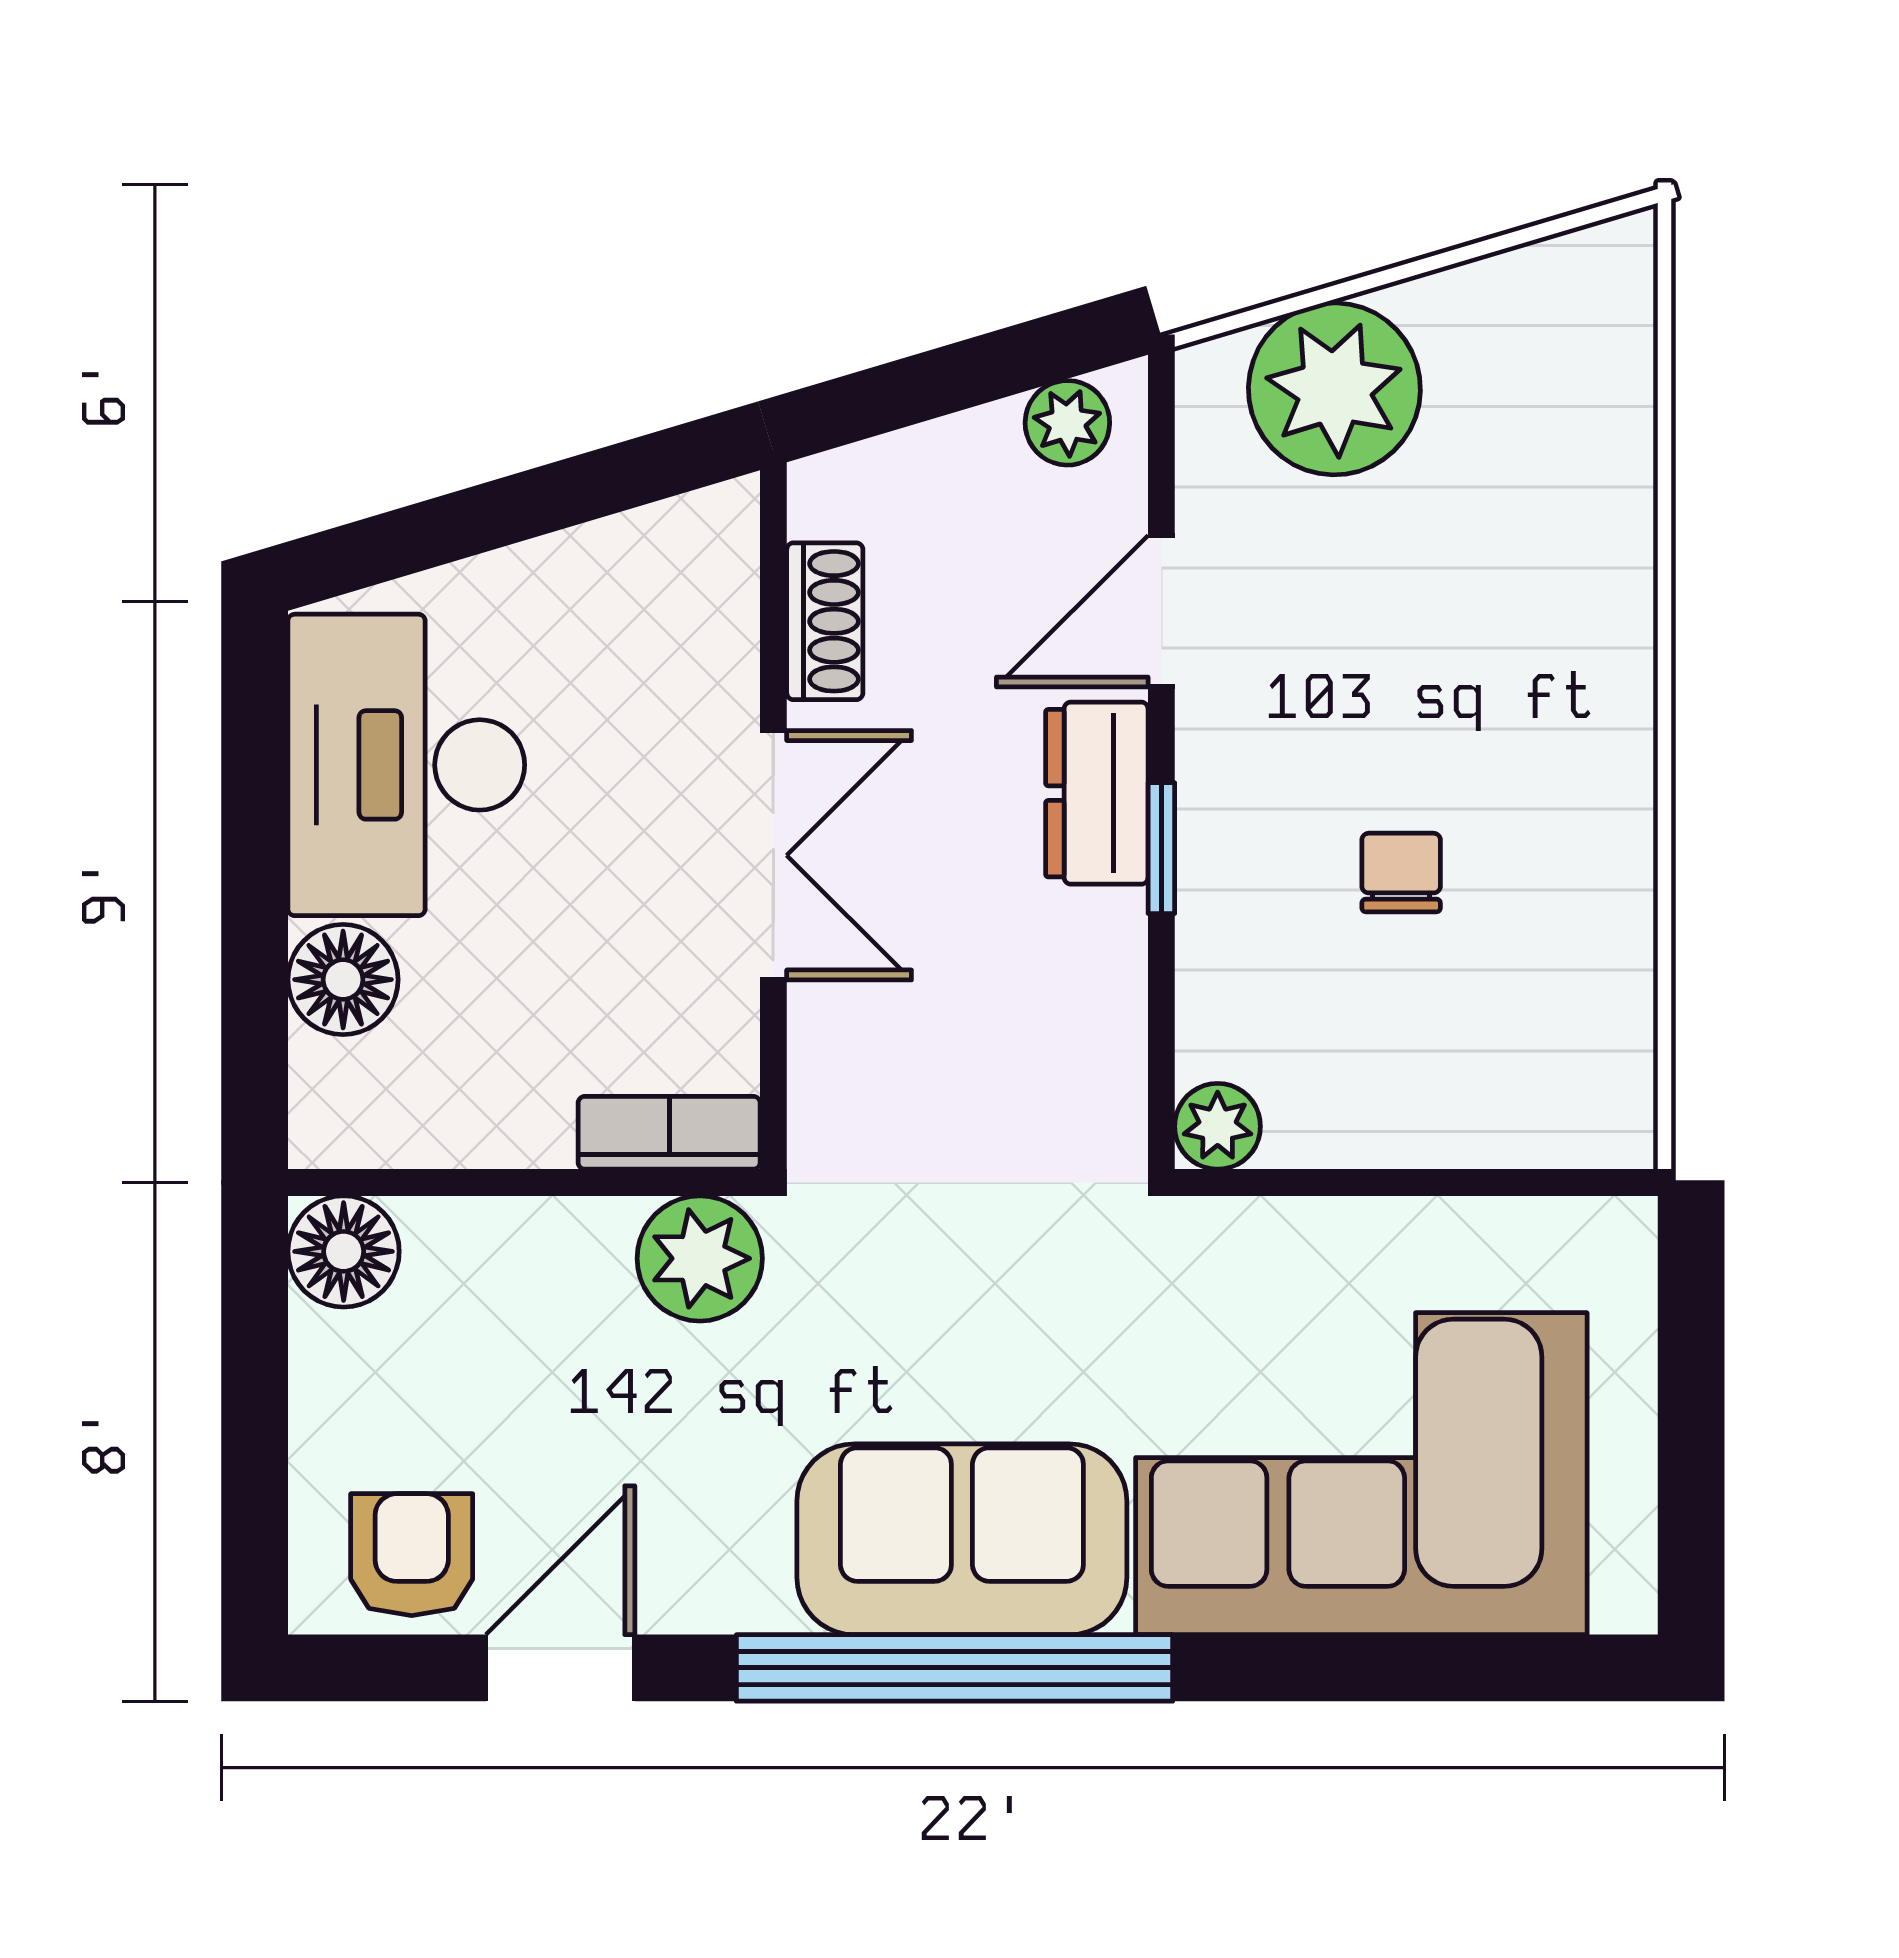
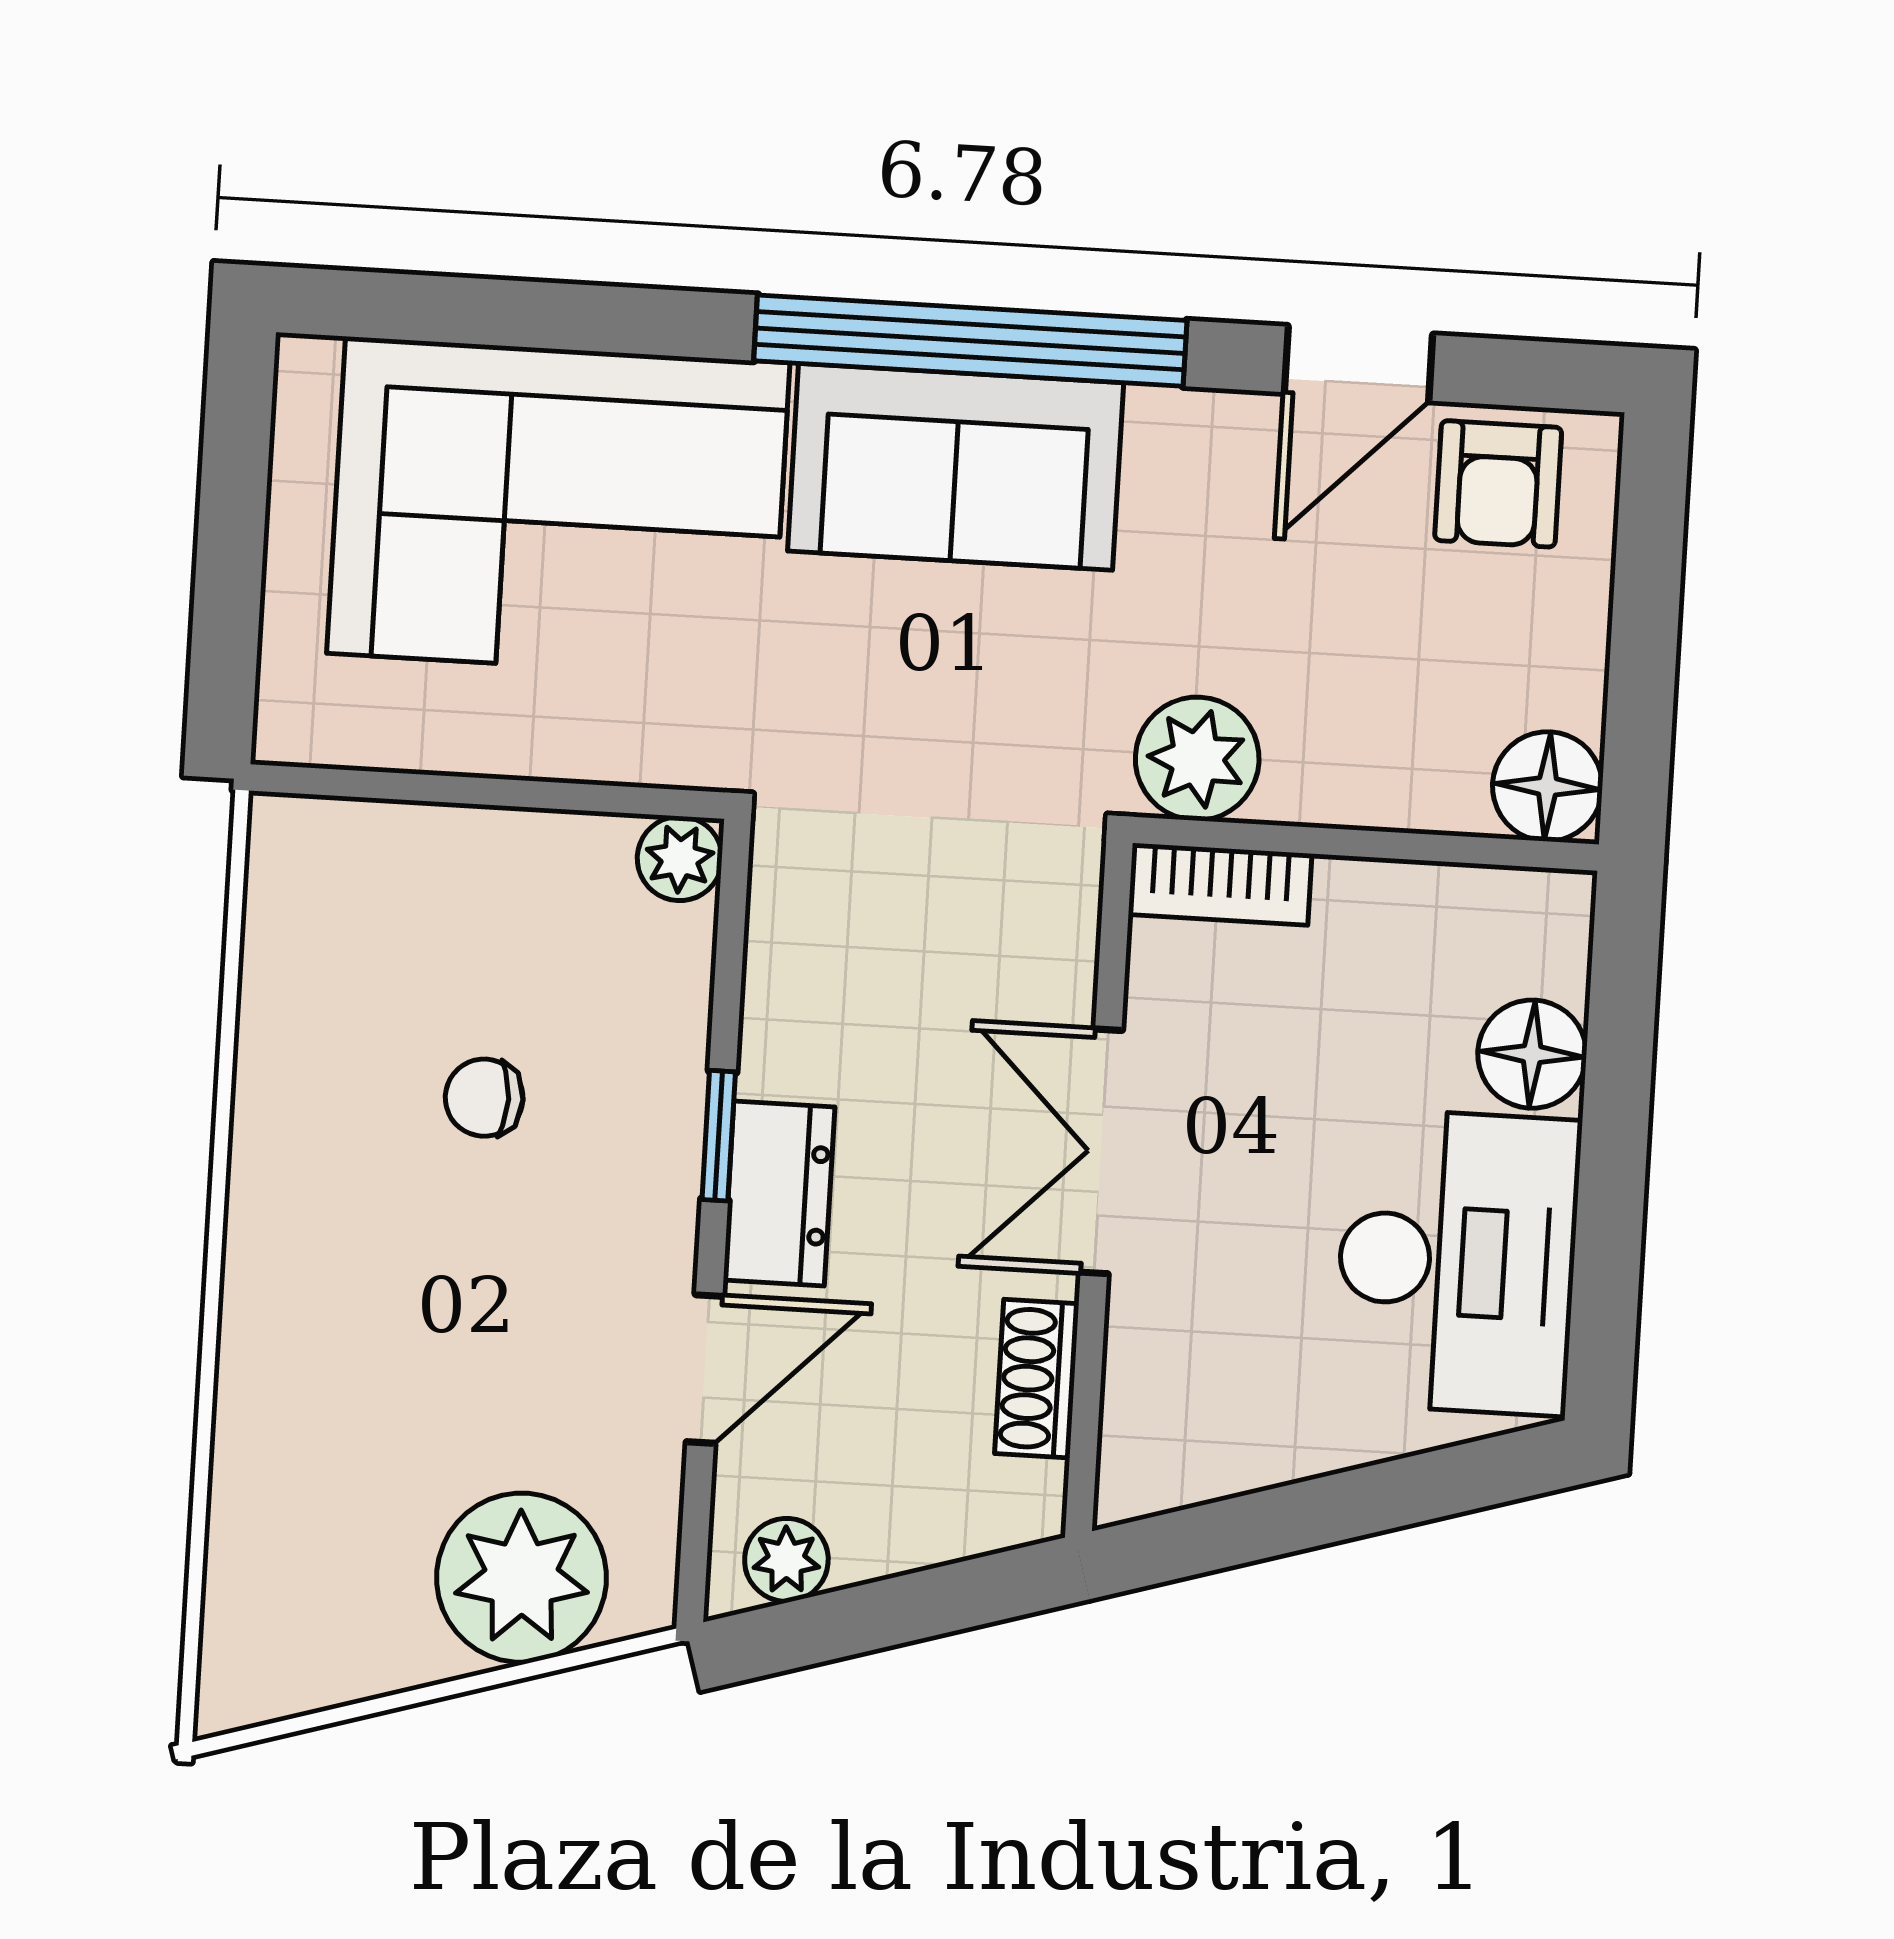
chair: (1401, 872) -> (484, 1098), turned 90

